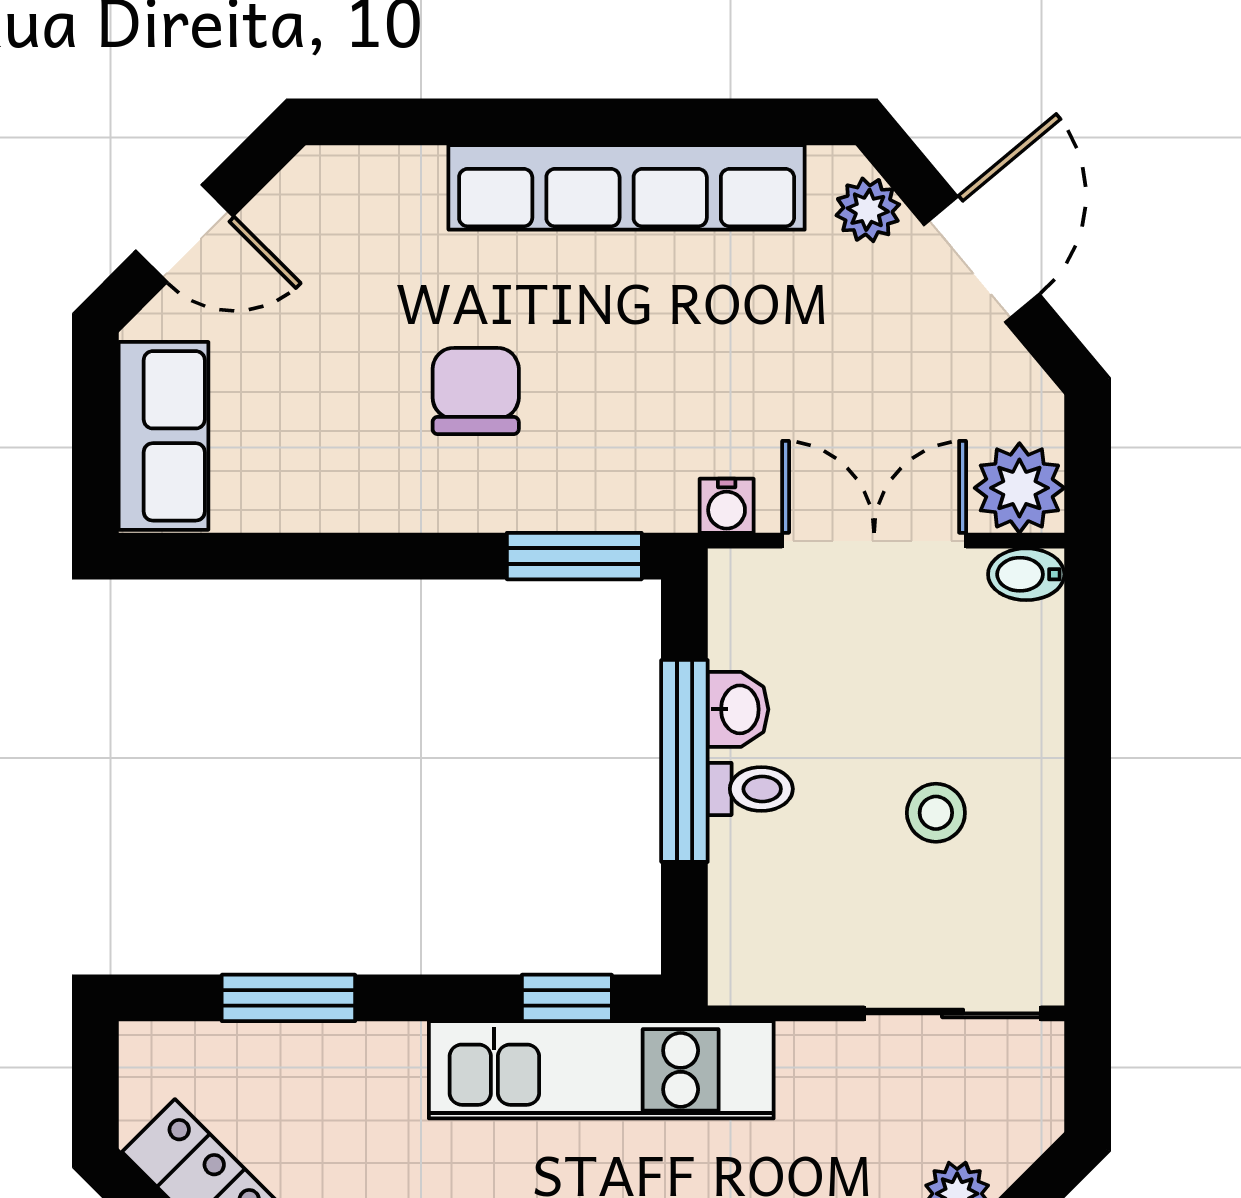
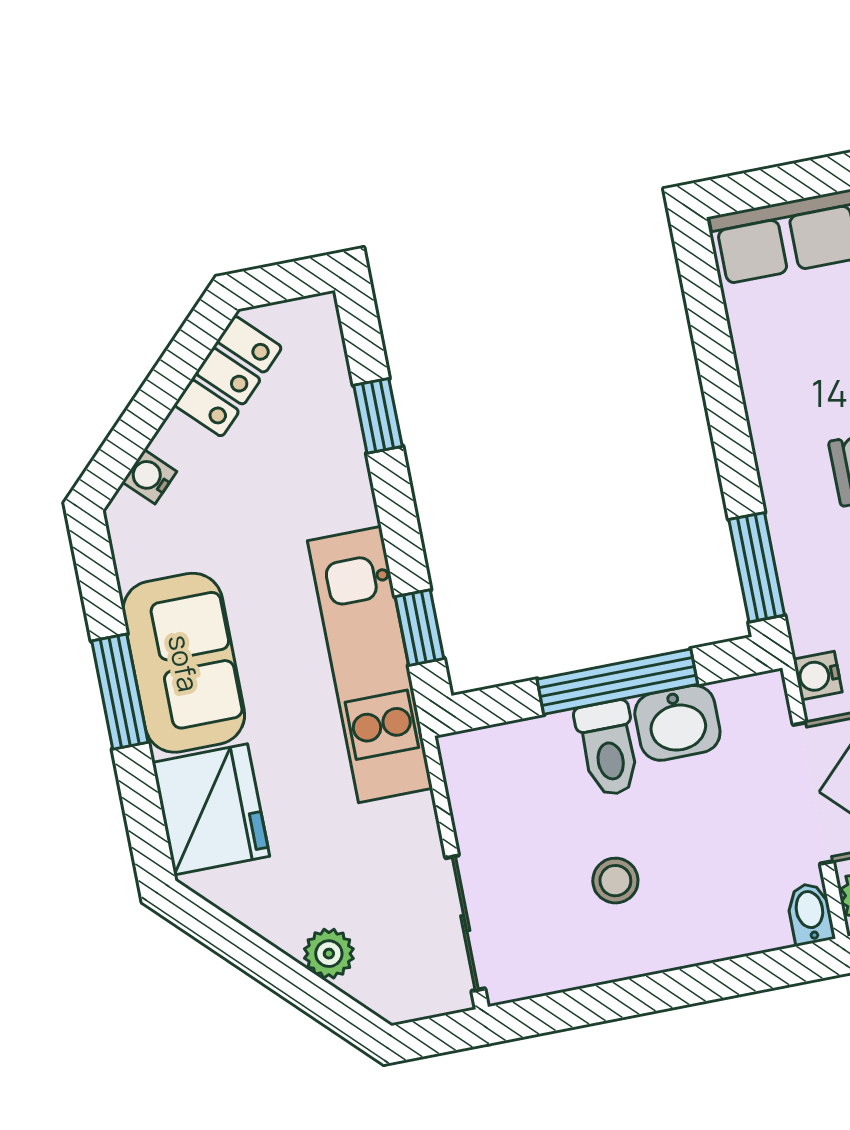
washbasin: (738, 709) -> (677, 723), width x1.38, depth x1.45
toilet: (750, 789) -> (608, 748), width x1.37, depth x1.39
window: (288, 998) -> (378, 416), width x0.67

